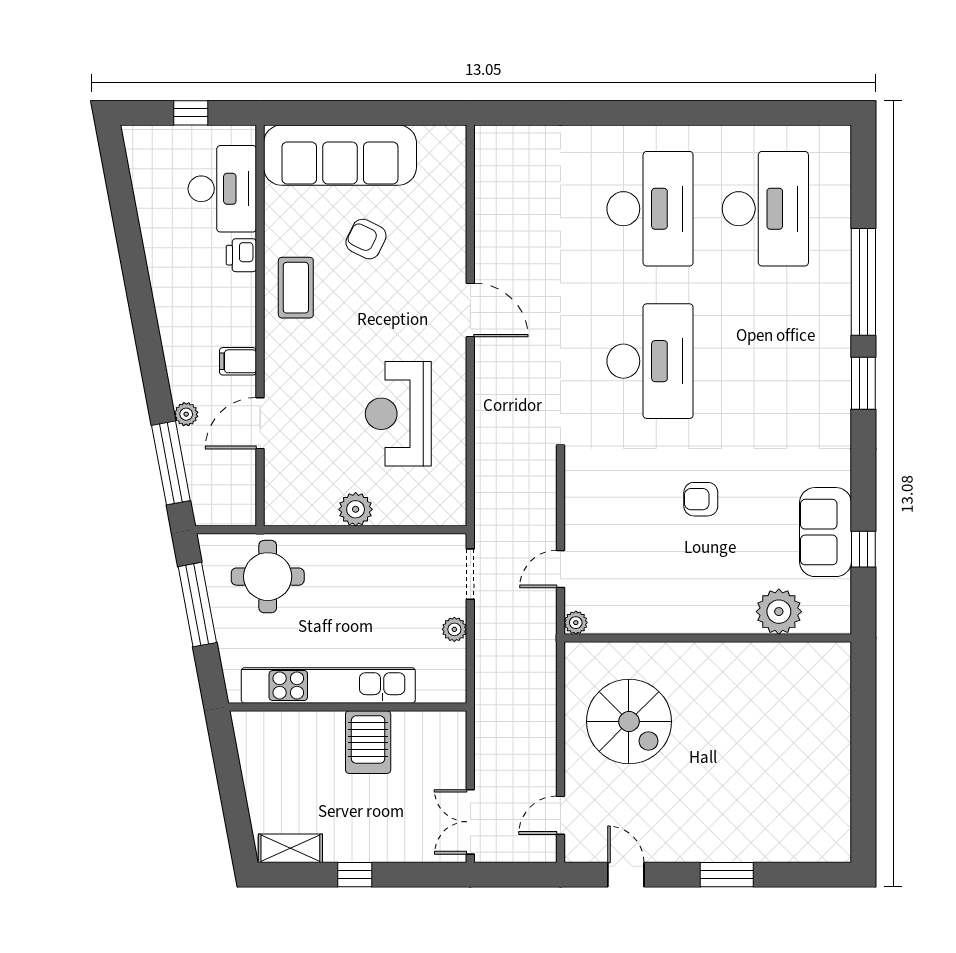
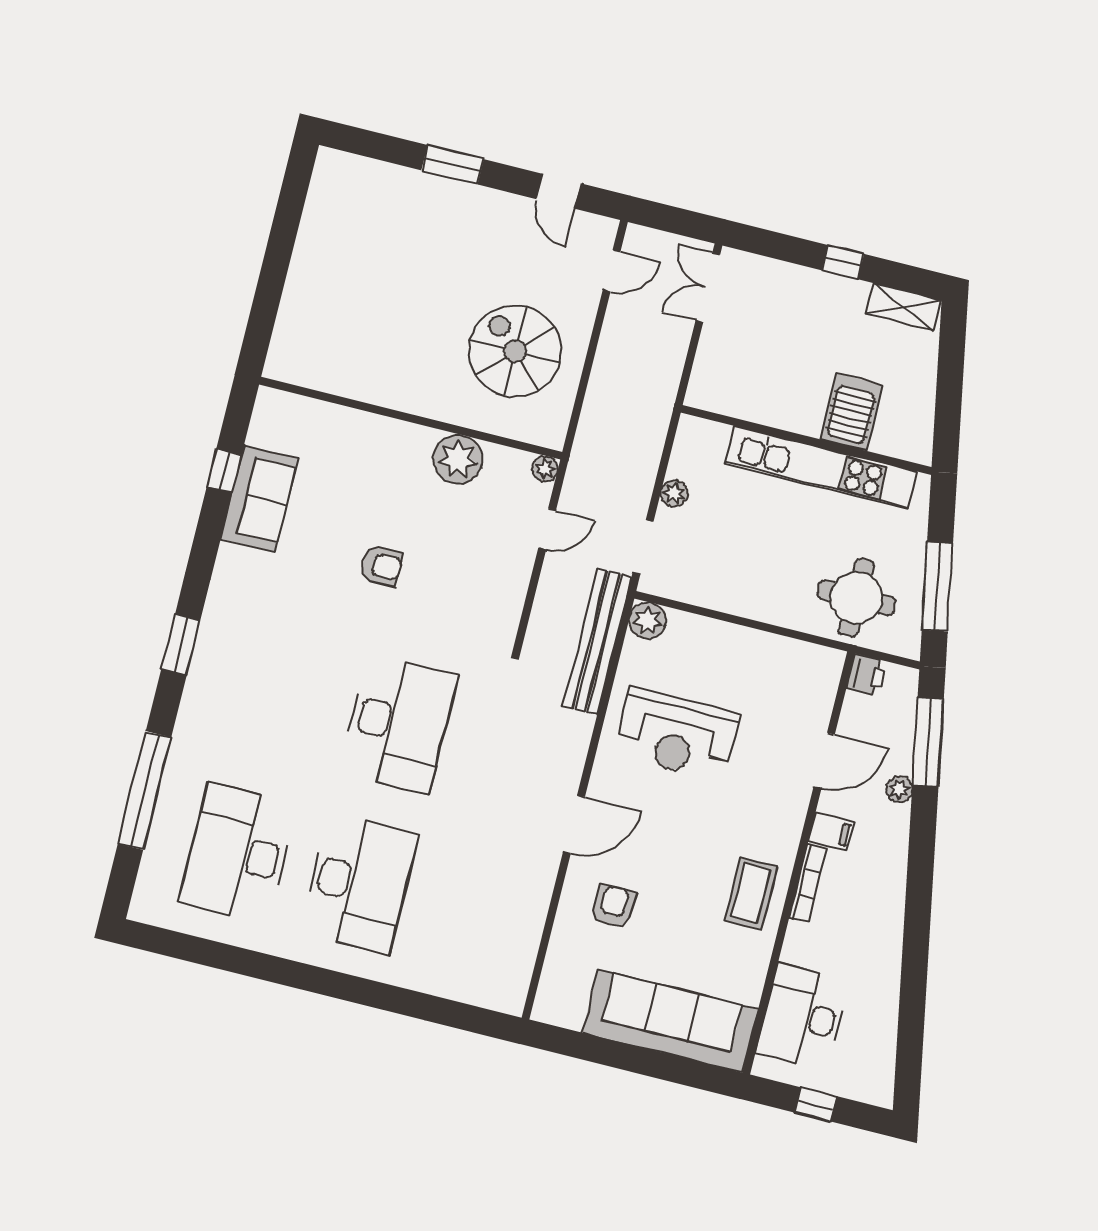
desk: (650, 209) -> (359, 884), turned 180
armchair: (366, 239) -> (613, 907), moved, turned -116
printer: (241, 255) -> (866, 675), moved
window: (863, 282) -> (144, 791), moved
bookcase: (247, 310) -> (808, 883), added
door: (470, 310) -> (574, 824), swing flipped
desk: (650, 361) -> (399, 724), turned 180
reception desk: (398, 414) -> (677, 734), turned 90
bench: (490, 479) -> (597, 641), added
plant: (356, 509) -> (648, 621), moved
plant: (779, 612) -> (458, 459), moved
server rack: (368, 742) -> (851, 412), moved
double door: (470, 822) -> (708, 287), swing flipped

